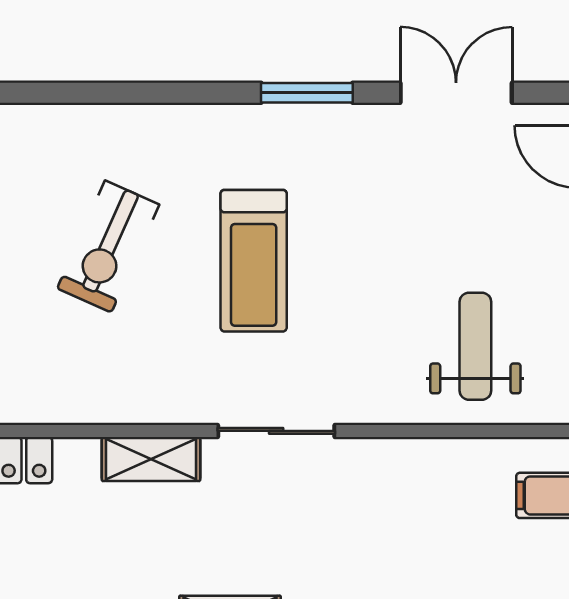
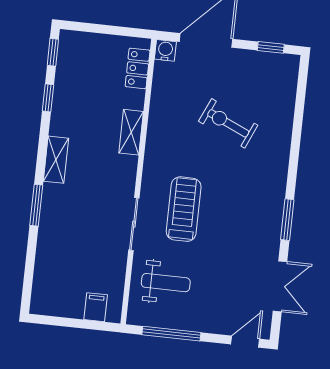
treadmill: (254, 261) -> (184, 209), moved, turned 90
sliding door: (276, 431) -> (134, 224), moved

